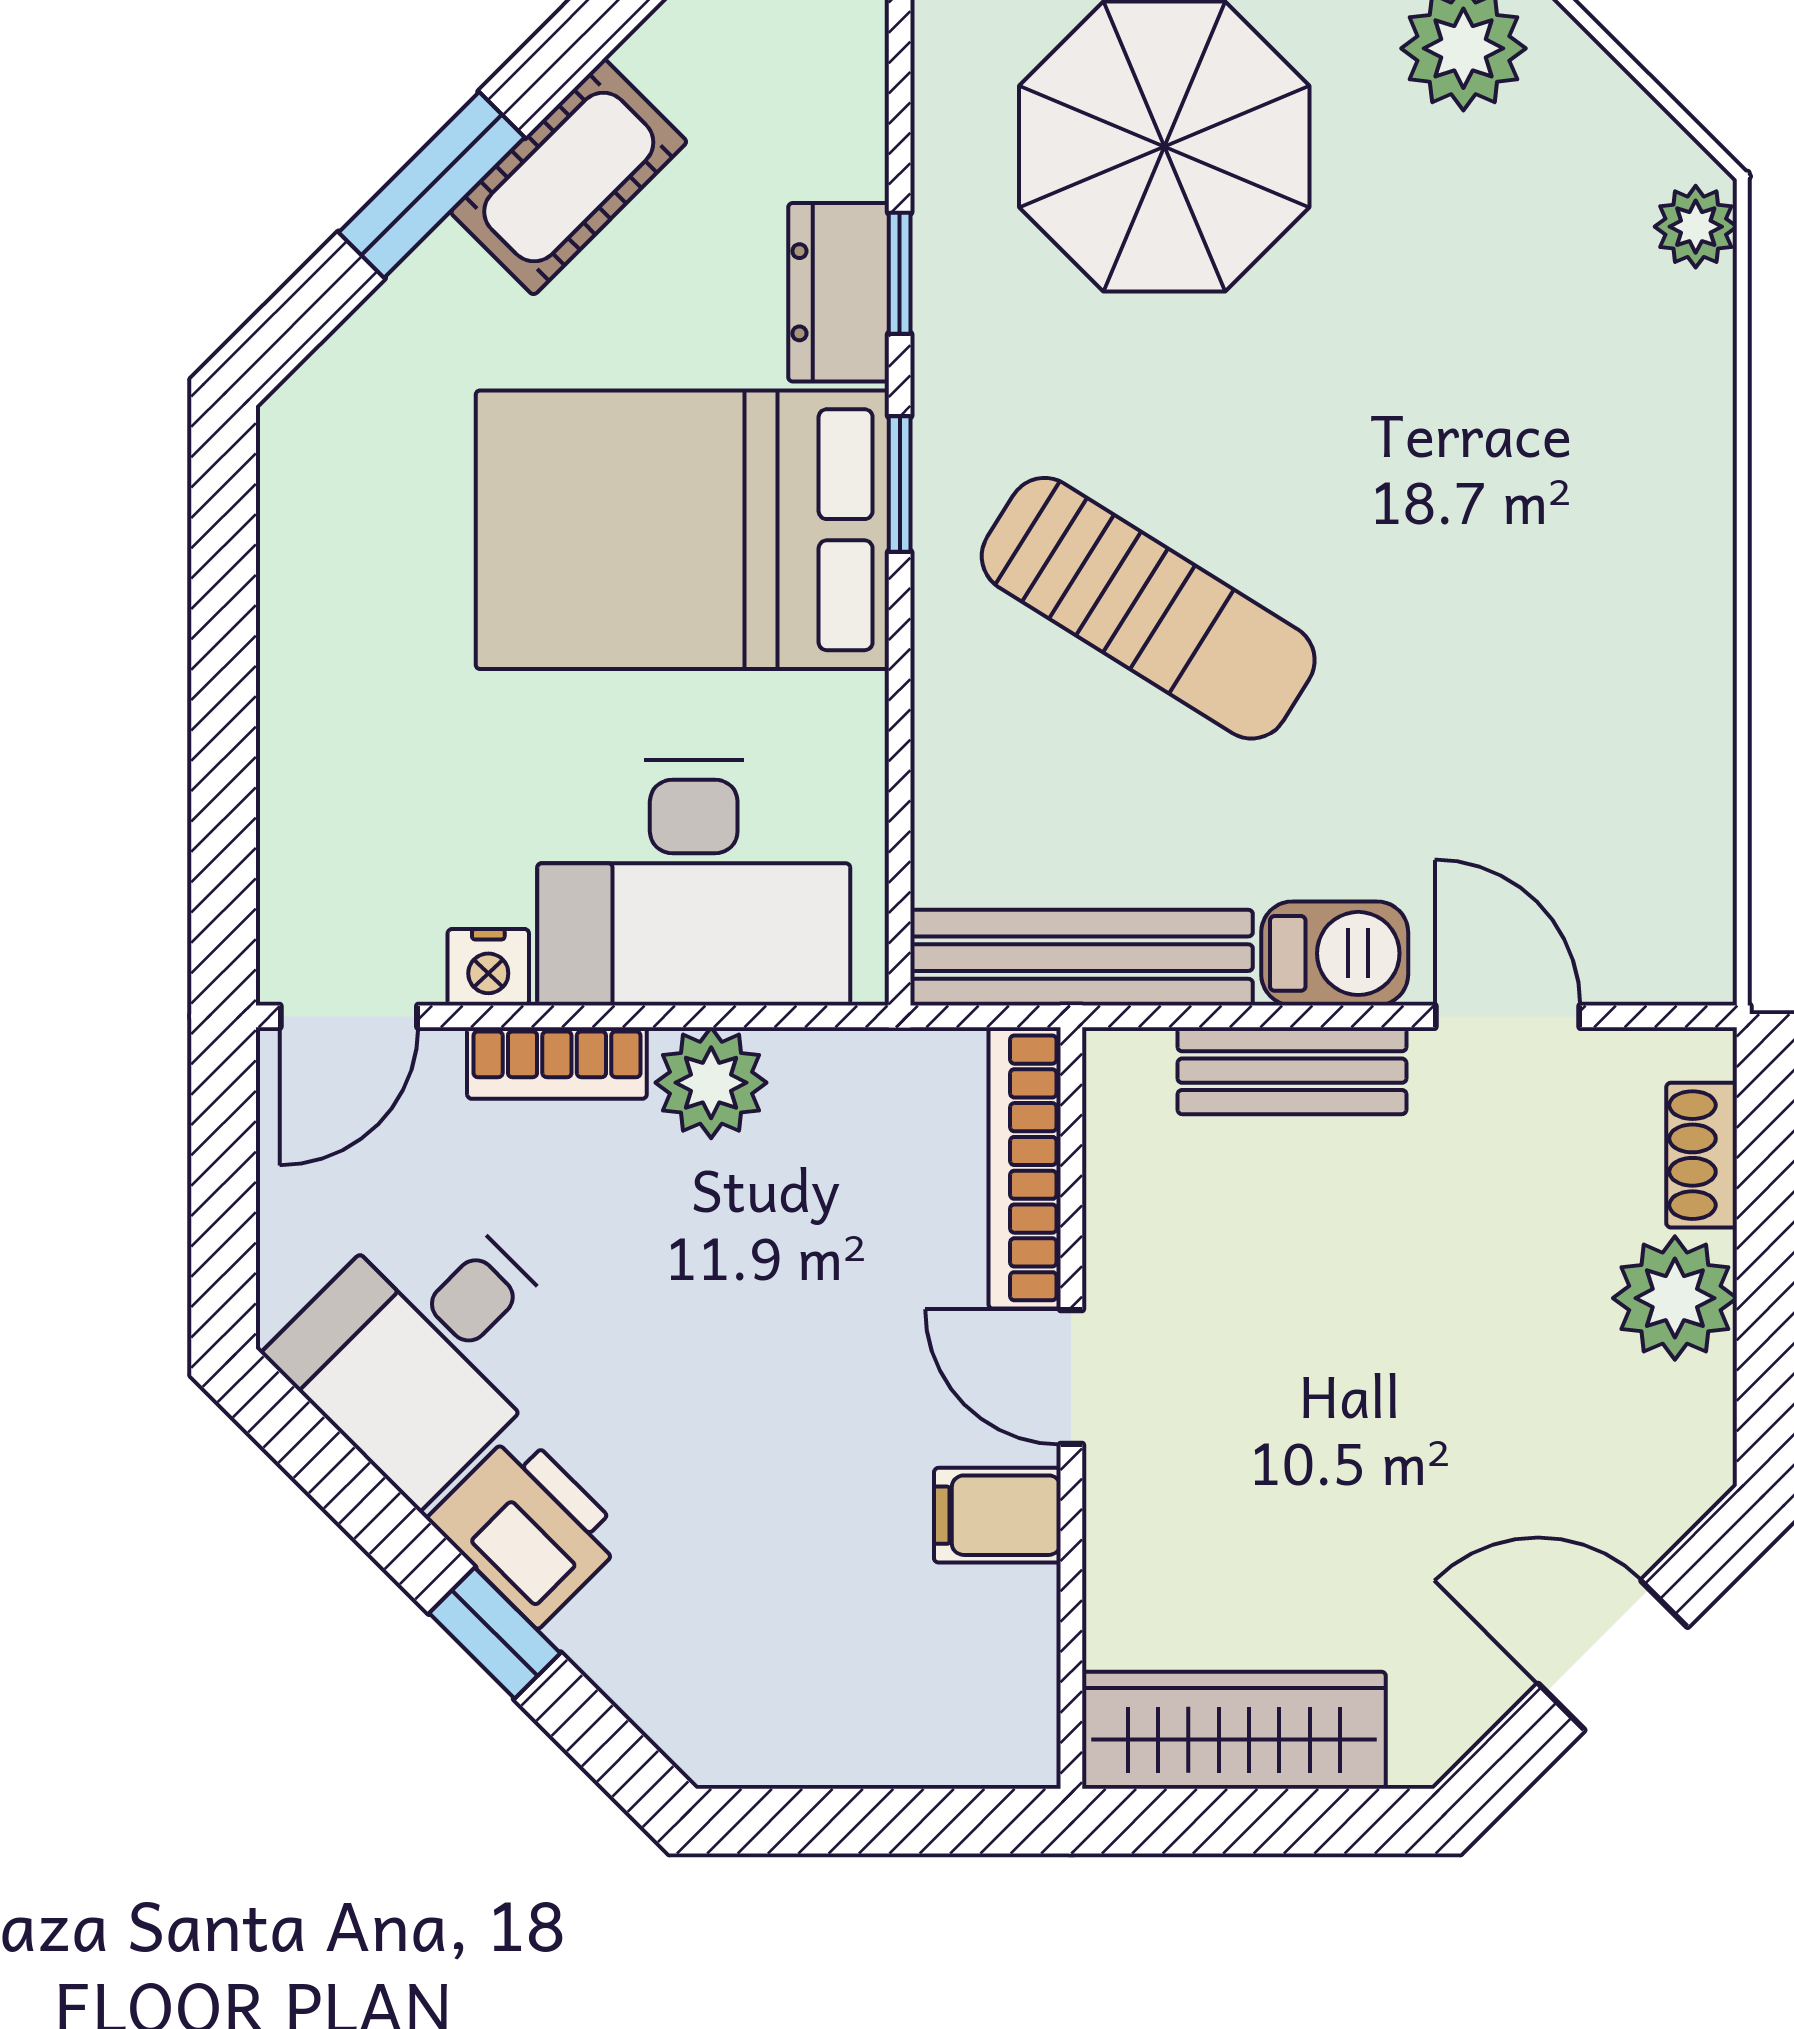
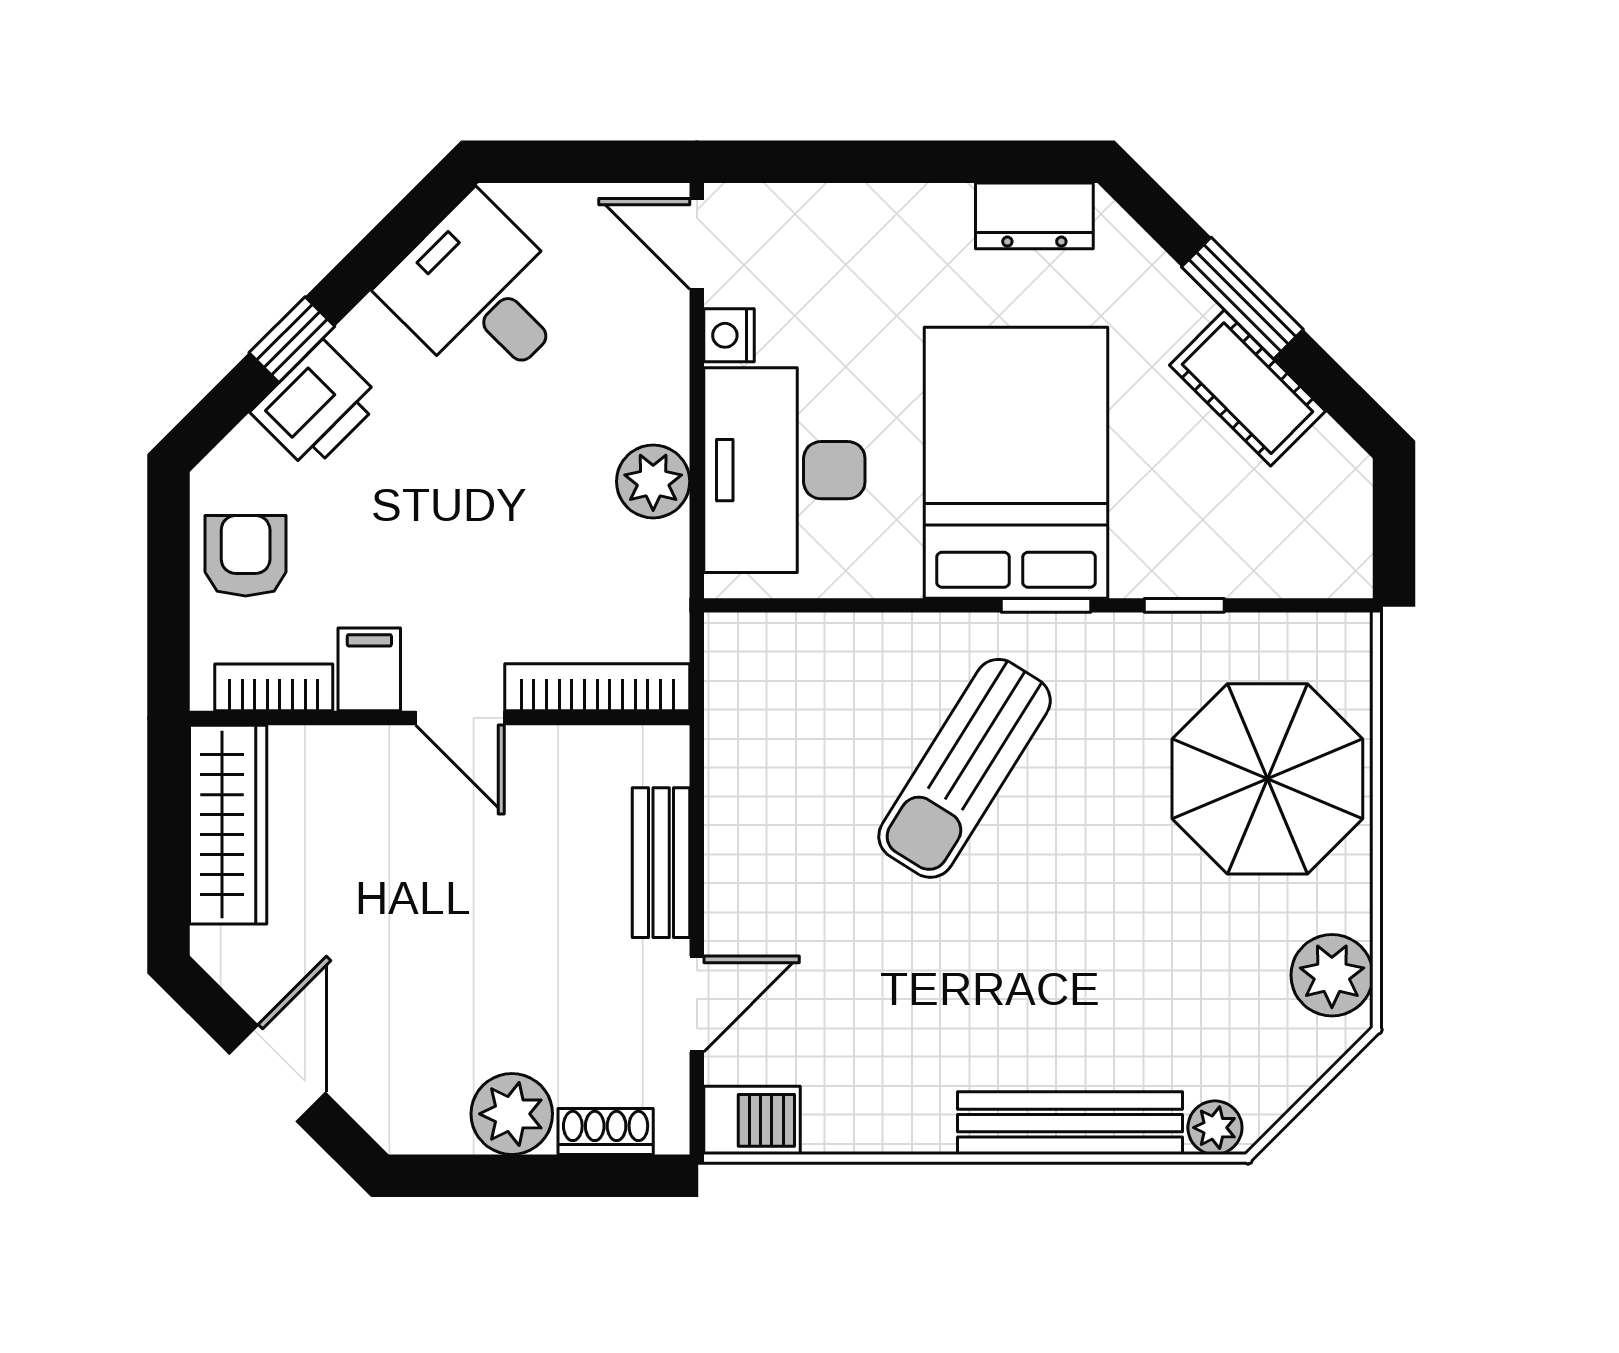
dresser: (839, 292) -> (1034, 216), moved, turned 180
barbecue: (1335, 953) -> (752, 1120), moved, turned -90
bench: (1082, 958) -> (1070, 1123), moved, turned 90
bookcase: (557, 1063) -> (274, 687), moved, turned 90
door: (1071, 1377) -> (460, 718), swing flipped
printer: (528, 1528) -> (316, 406), moved
armchair: (824, 1704) -> (246, 556), added

